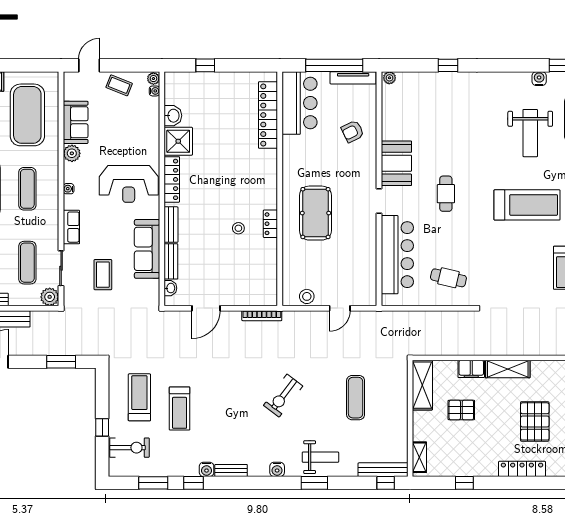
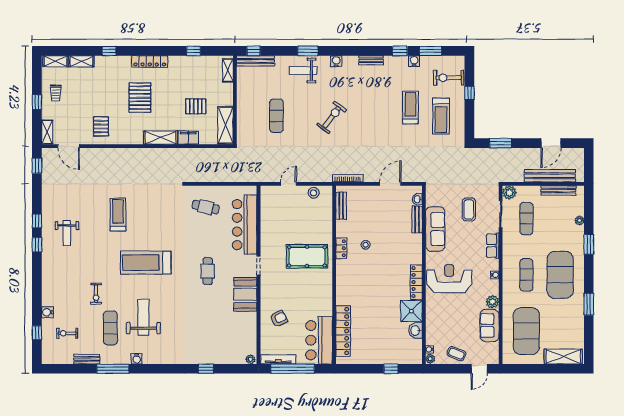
pool table: (315, 213) -> (307, 256), turned 90
bench: (171, 225) -> (341, 206), moved
water cooler: (207, 469) -> (414, 61), moved

